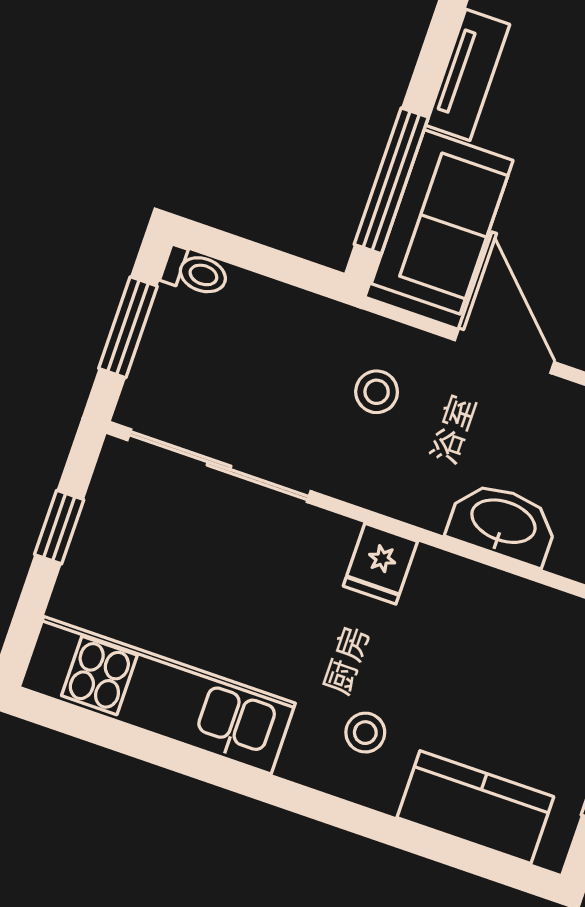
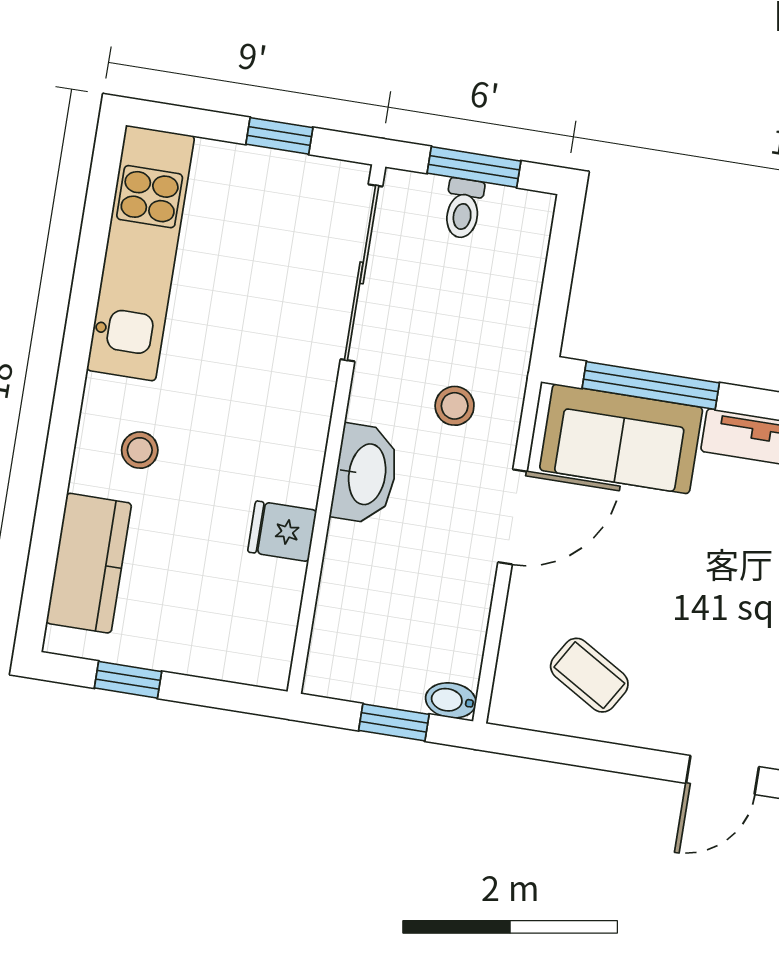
toilet: (195, 272) -> (463, 208), moved
washbasin: (503, 523) -> (365, 474), moved
fridge: (380, 564) -> (282, 531), moved

